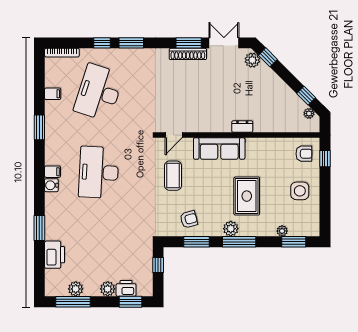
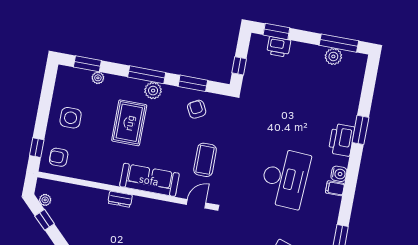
armchair: (189, 219) -> (197, 109), turned 77
printer: (55, 255) -> (342, 140), moved
plant: (108, 289) -> (299, 50), removed

